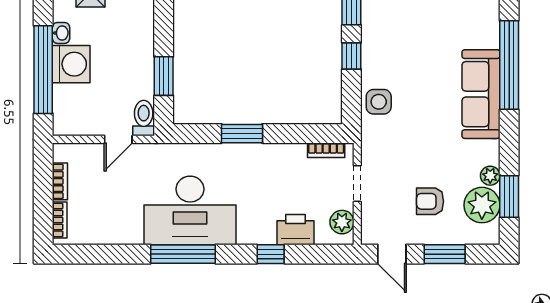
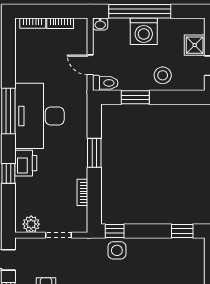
washbasin: (61, 33) -> (100, 24), moved
stool: (133, 38) -> (163, 75), added
window: (351, 56) -> (115, 231), moved
bookcase: (326, 150) -> (82, 192), moved
printer: (295, 230) -> (26, 163), moved

